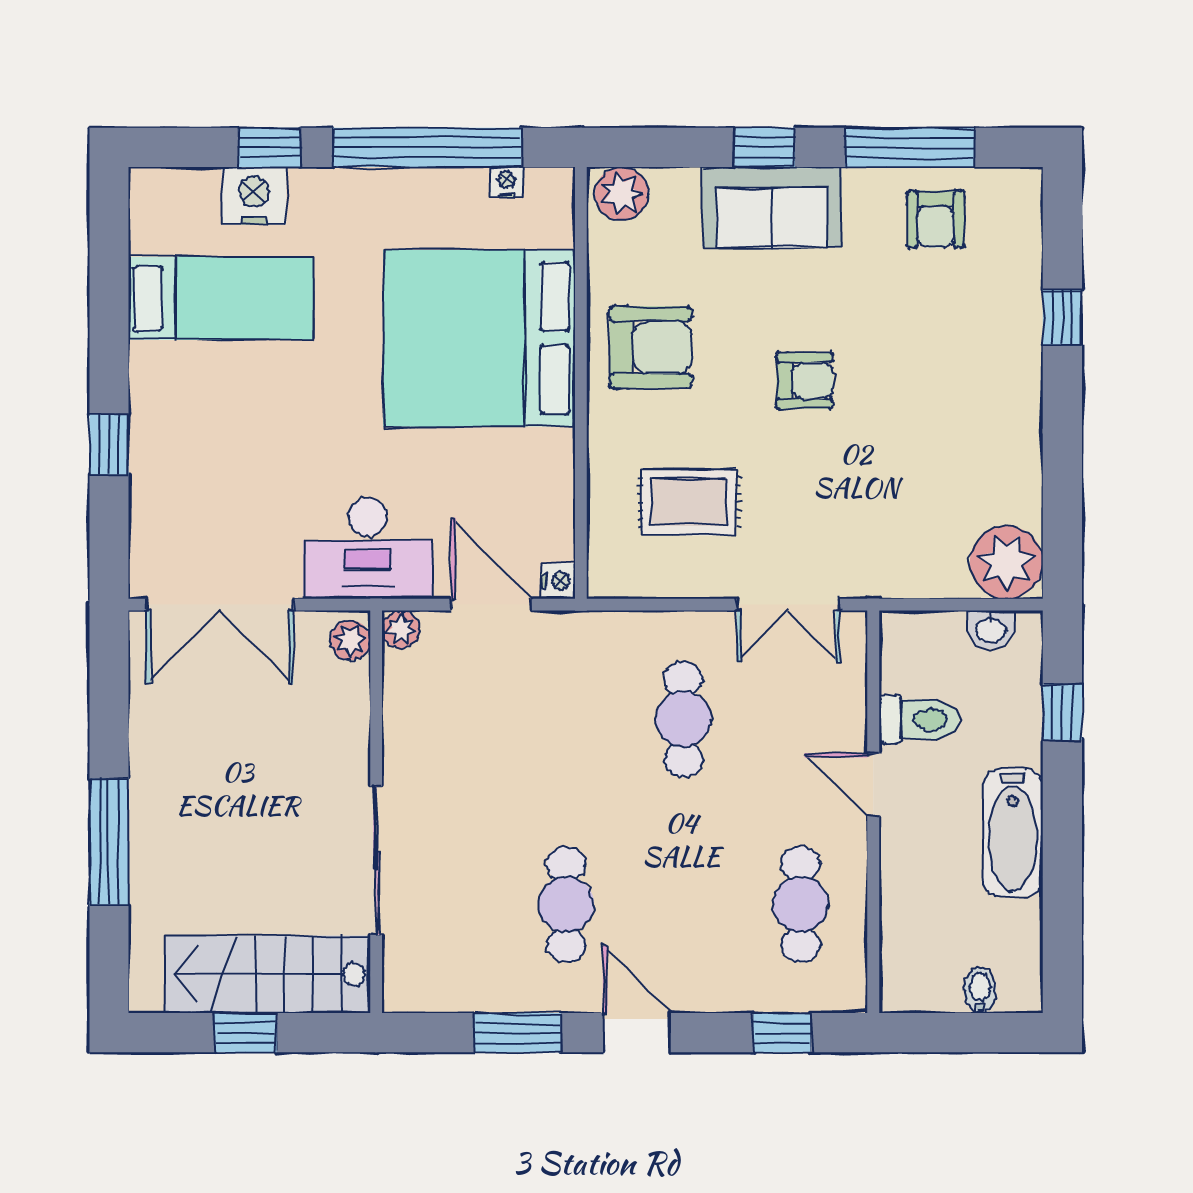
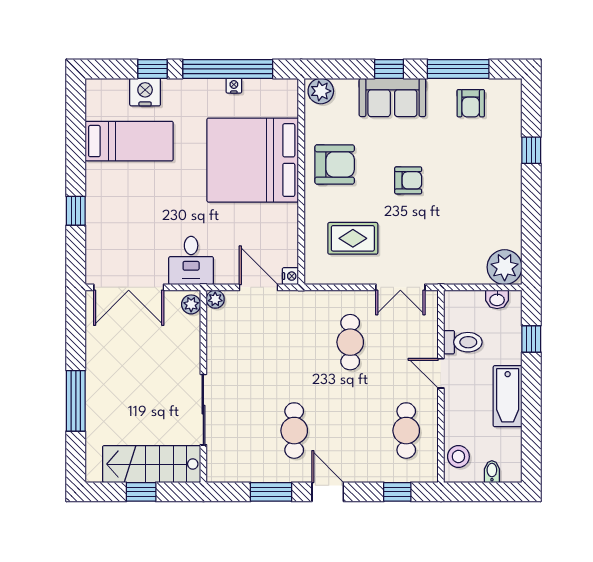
nightstand: (507, 182) -> (234, 86), moved
desk: (368, 548) -> (191, 260), width x0.73
stool: (910, 959) -> (458, 457), added

